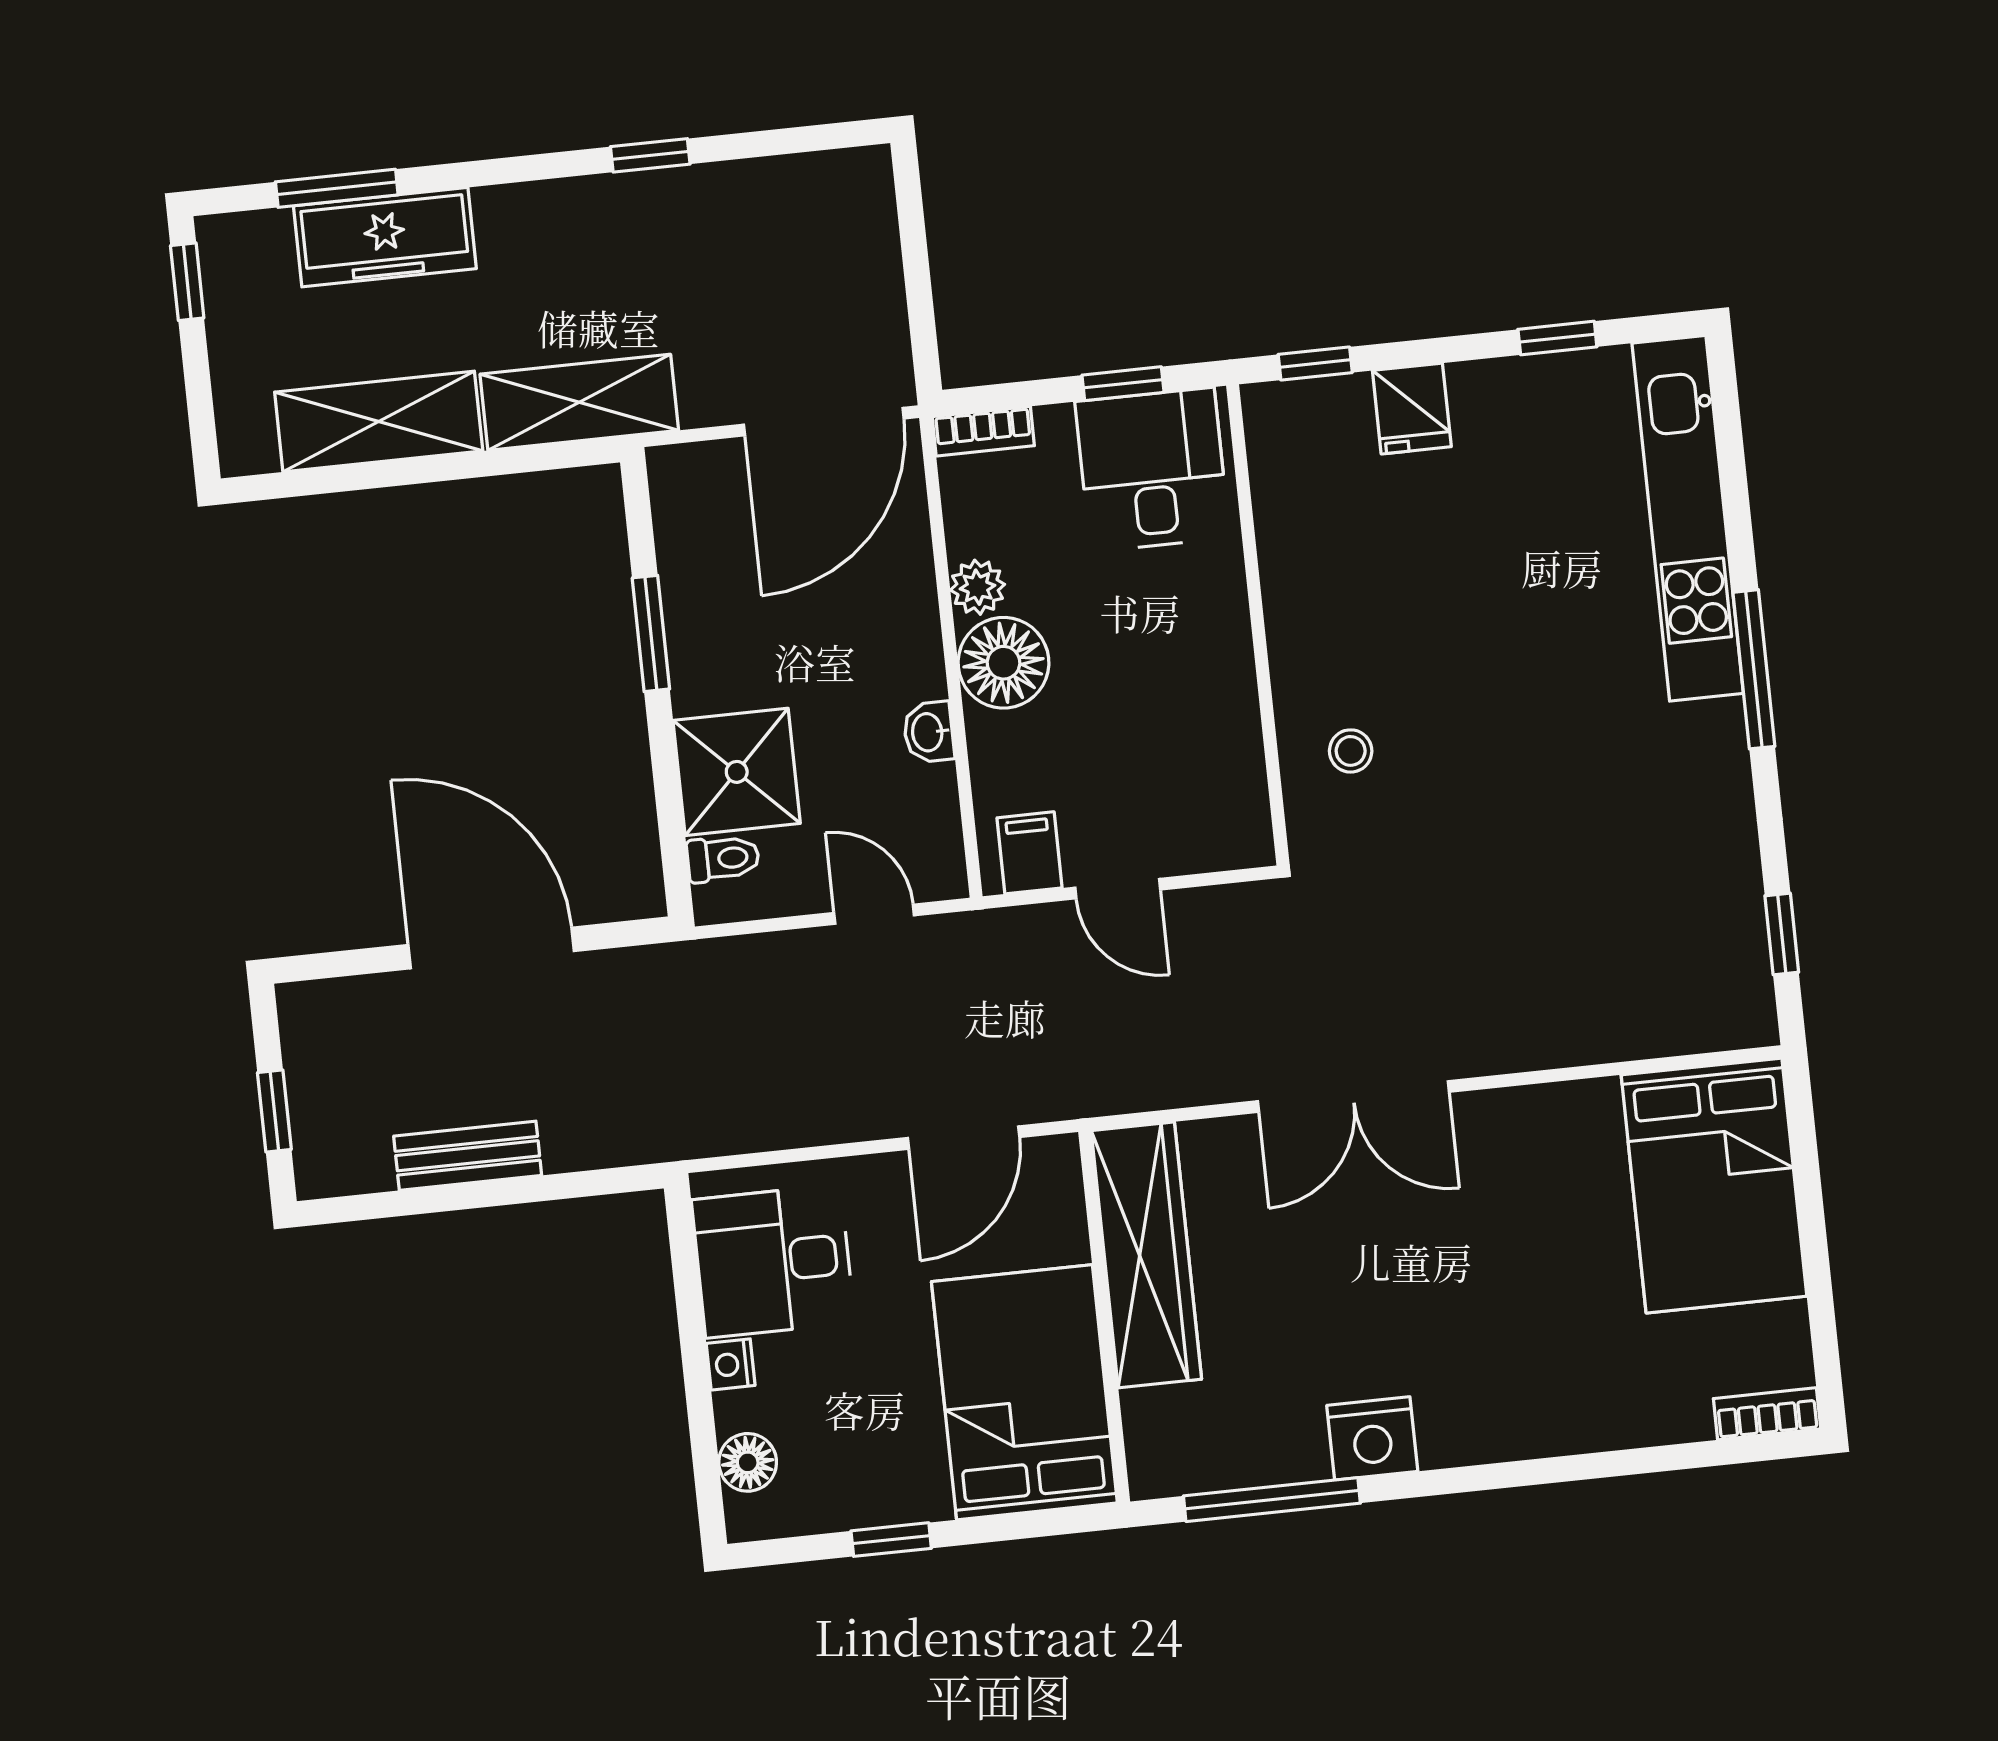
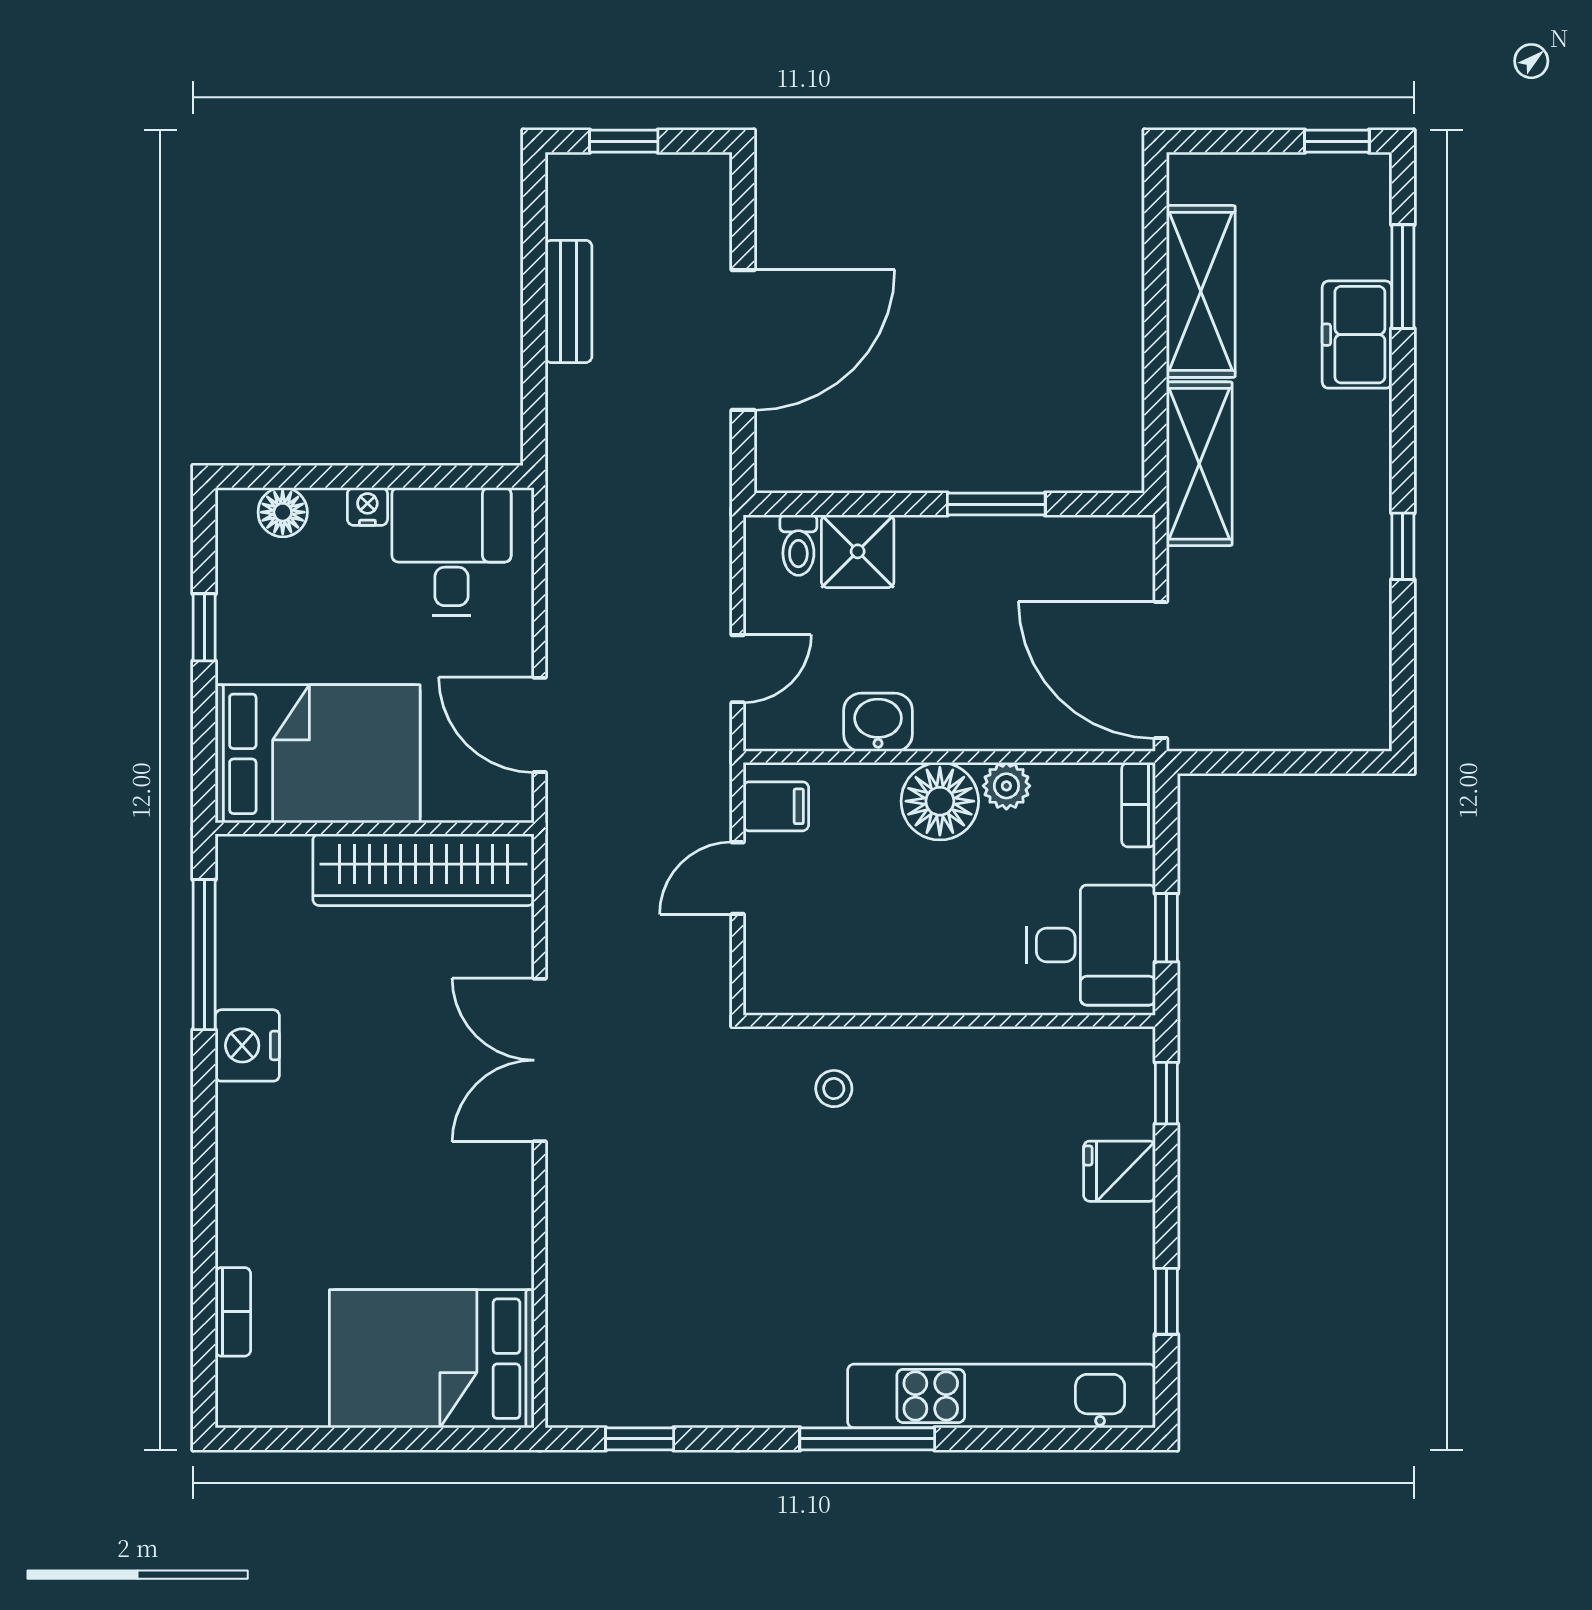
freezer: (385, 237) -> (1357, 335), width x0.71
washbasin: (929, 732) -> (878, 722), width x1.38, depth x1.45
shower: (737, 772) -> (858, 551), width x0.73, depth x0.73
bookcase: (1767, 1414) -> (233, 1312), moved

